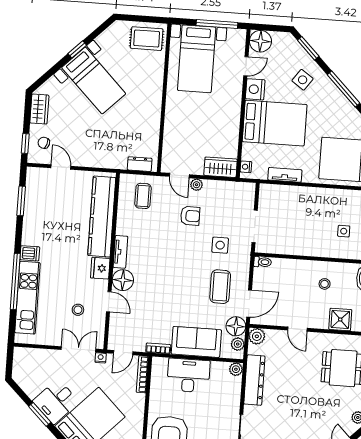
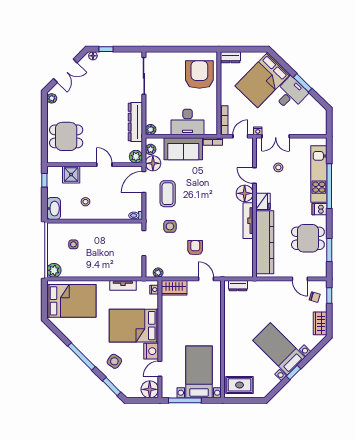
plant: (197, 185) -> (158, 273), moved
coffee table: (143, 196) -> (234, 261), removed
armchair: (190, 216) -> (195, 248), turned 90
dining table: (47, 218) -> (308, 238), added
tv unit: (120, 252) -> (248, 221), width x1.41

